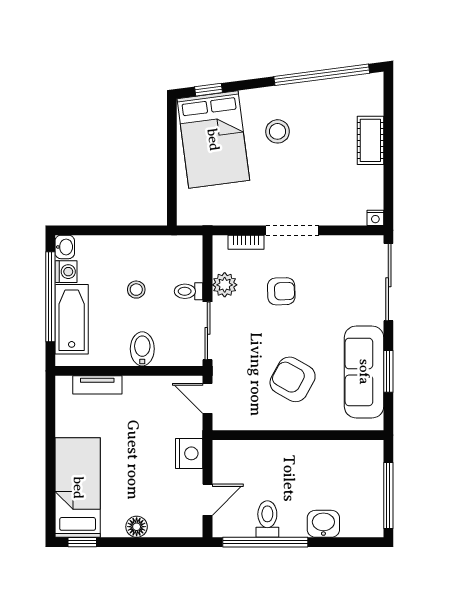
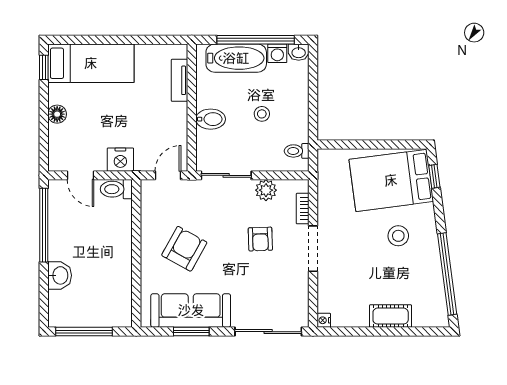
toilet: (189, 291) -> (297, 151), moved, turned -90
toilet: (267, 519) -> (116, 189), moved, turned 180

